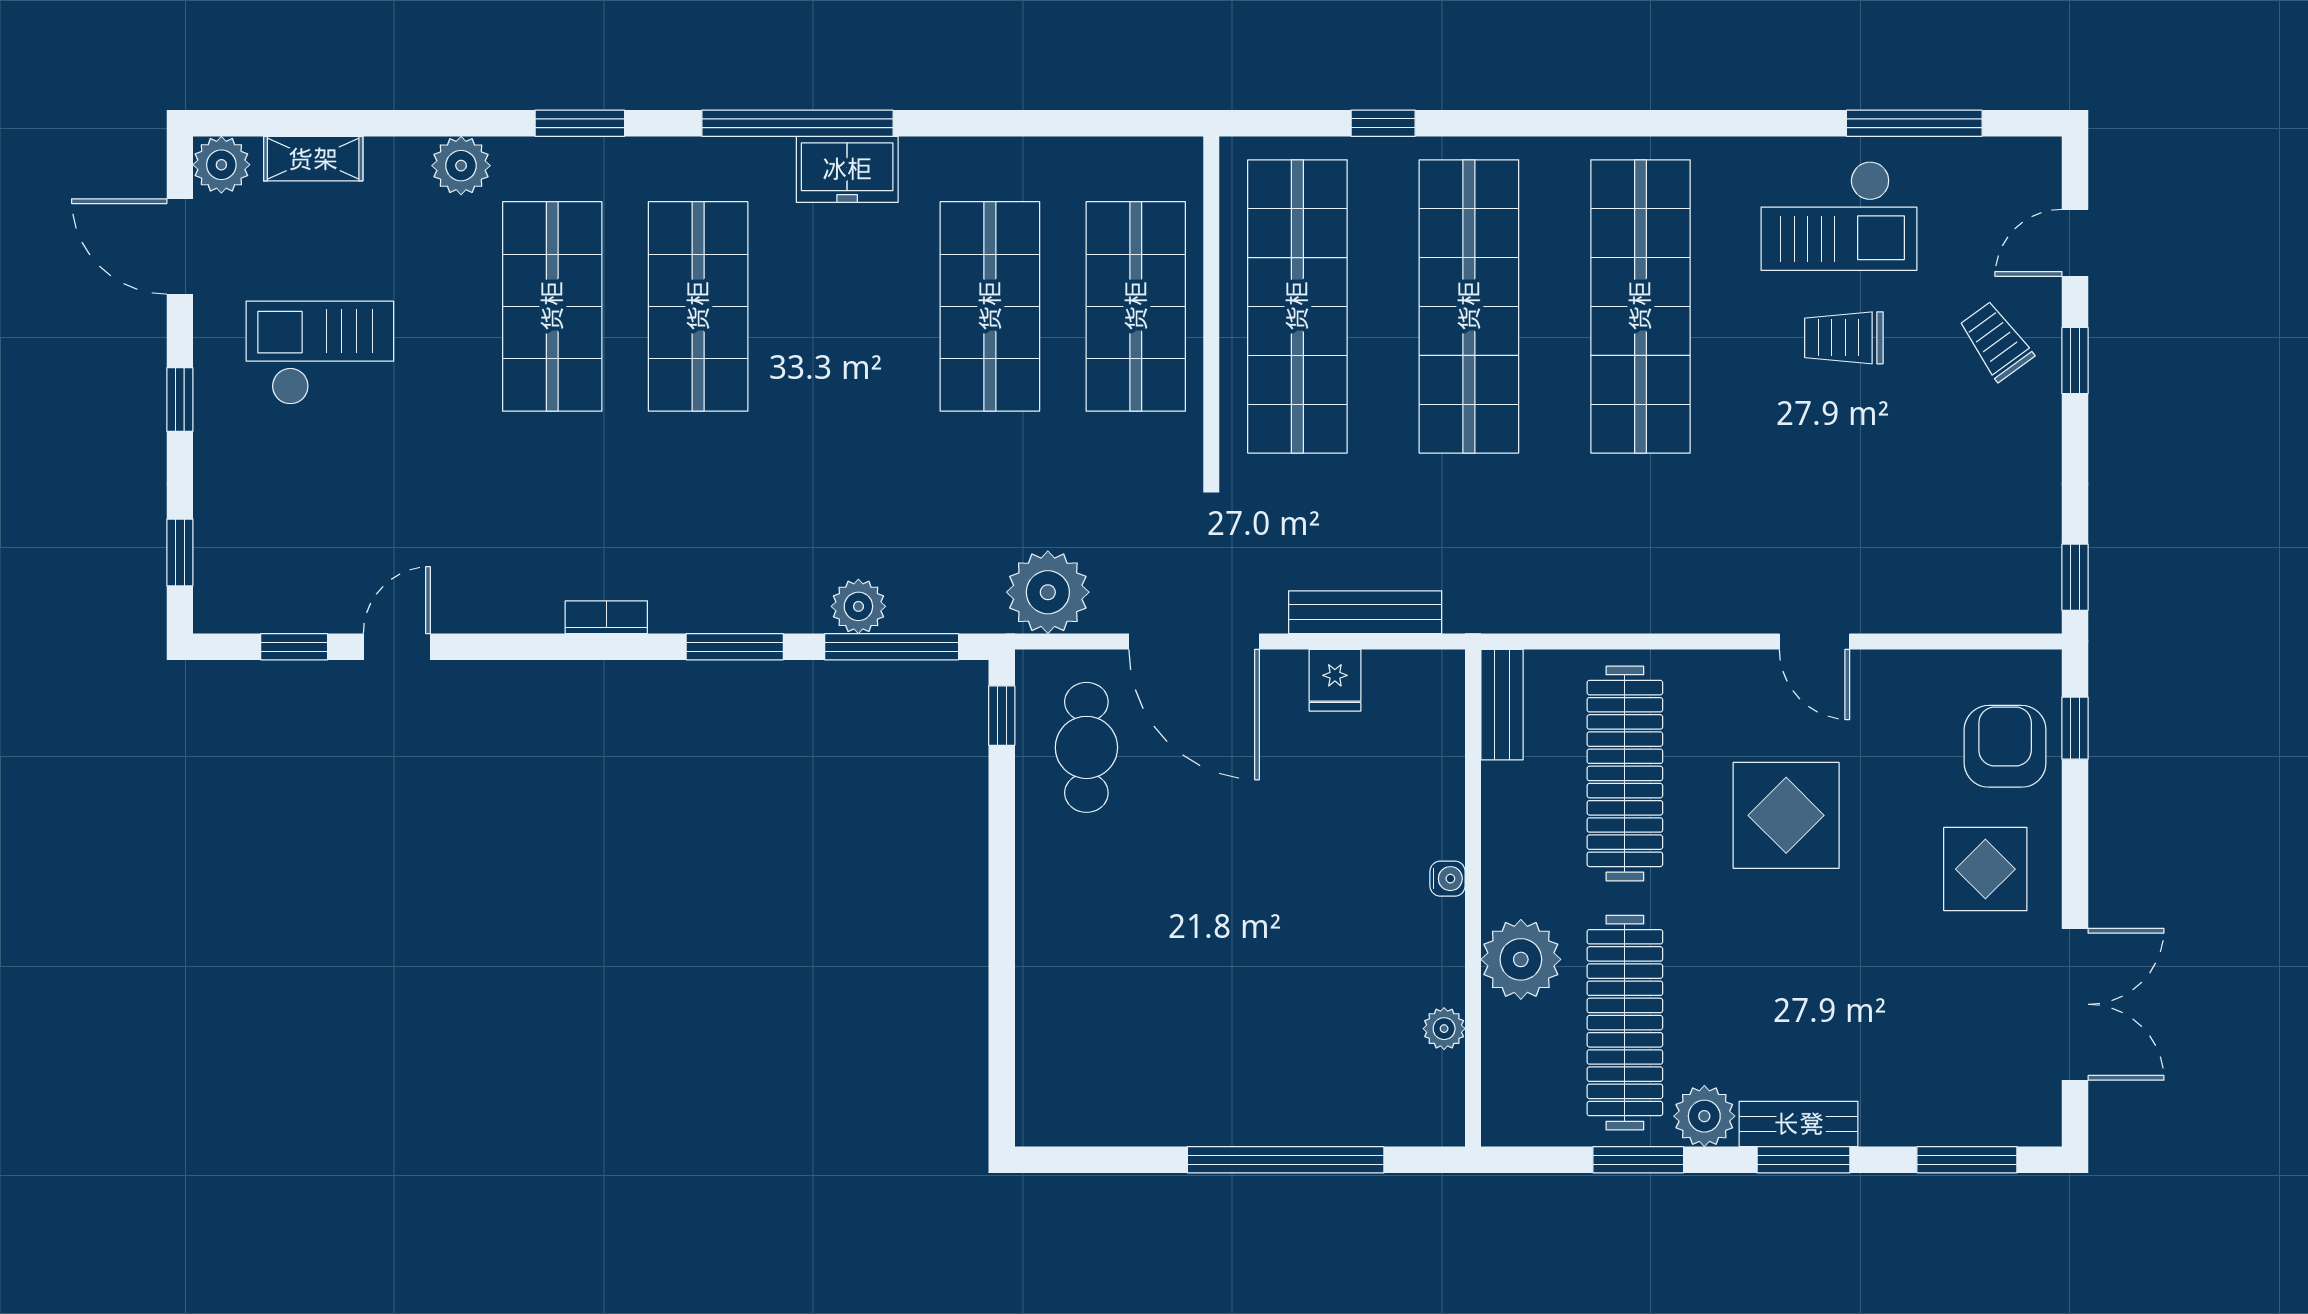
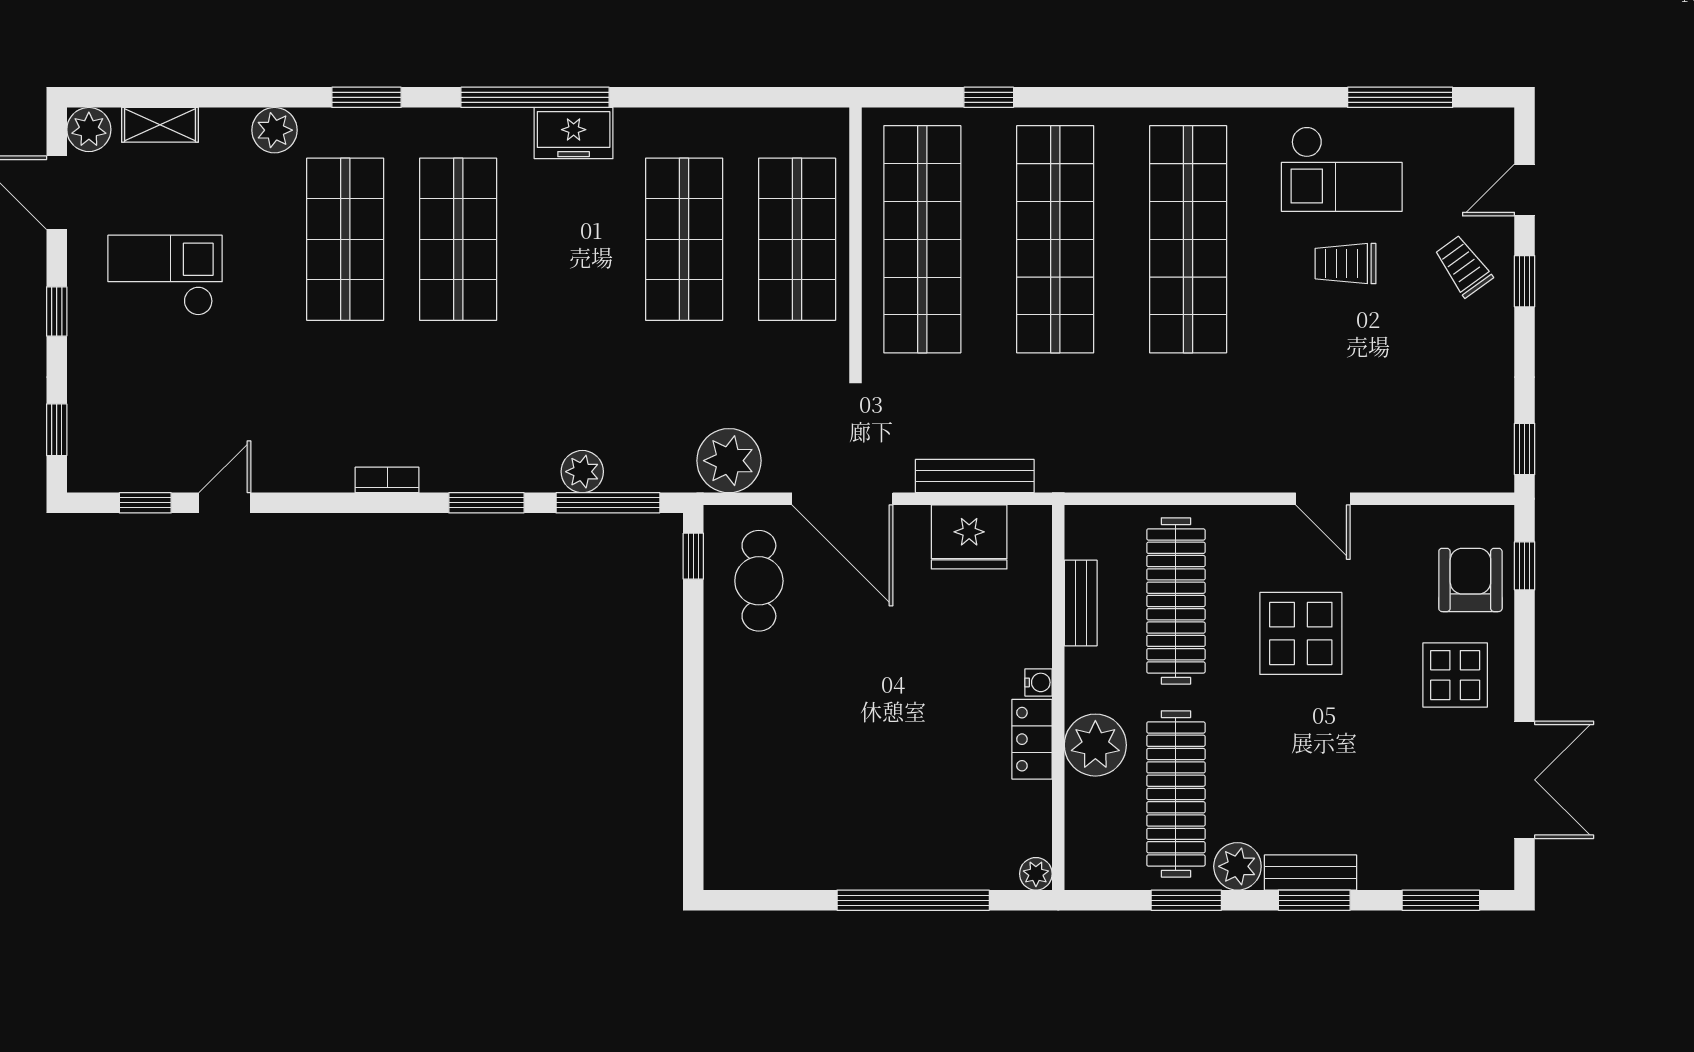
fridge: (1335, 680) -> (969, 537), width x1.88, depth x1.34
bench: (1502, 705) -> (1081, 603), moved
locker: (1439, 952) -> (1032, 739), added
plant: (1444, 1029) -> (1036, 874), moved

